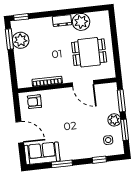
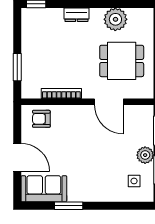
dresser: (62, 21) -> (76, 15), moved
window: (9, 39) -> (17, 67), moved
plant: (21, 40) -> (32, 35), removed
window: (99, 160) -> (119, 206), removed

